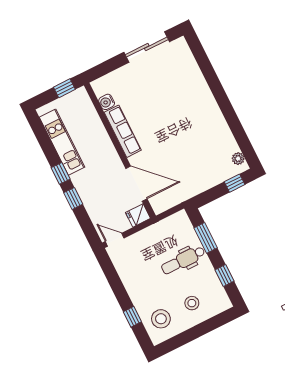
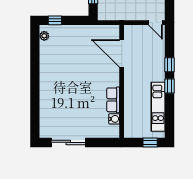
window: (64, 88) -> (150, 142), moved
row of seats: (123, 131) -> (113, 100), width x0.68
fridge: (138, 215) -> (131, 31), removed

